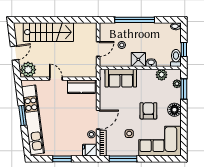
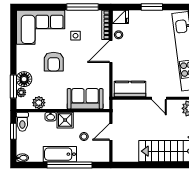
bathtub: (143, 29) -> (60, 154), added
floor lamp: (174, 110) -> (24, 79), moved

